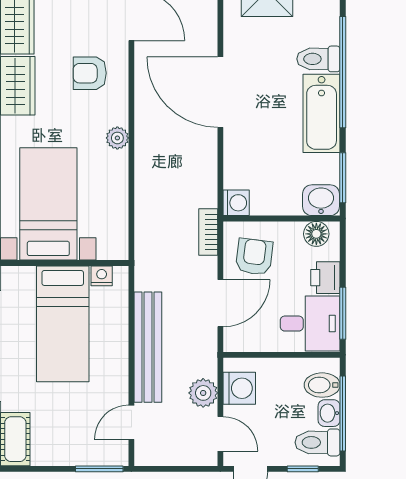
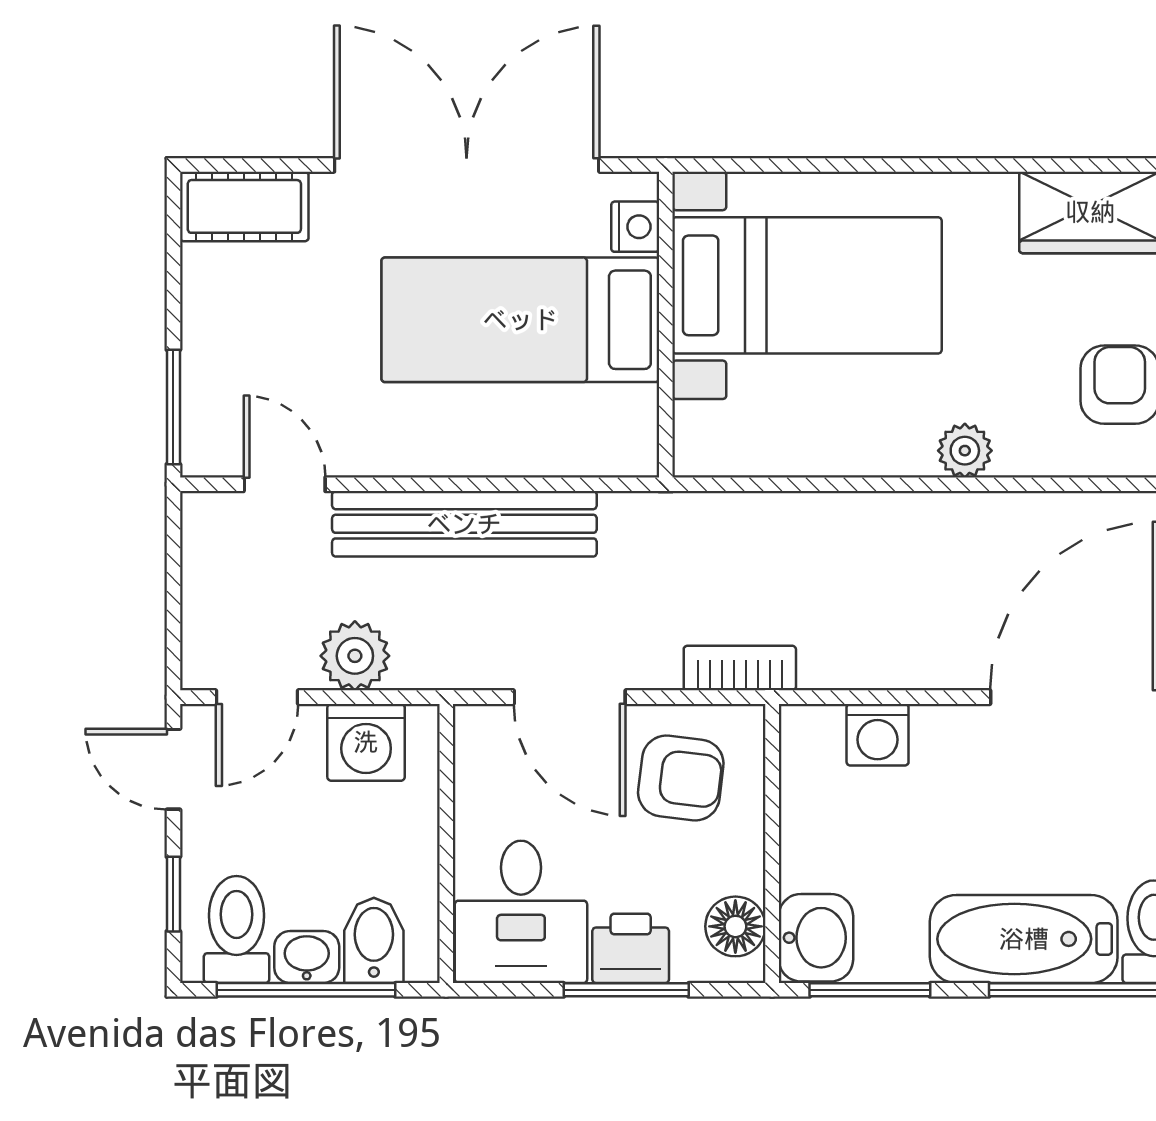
washing machine: (236, 203) -> (878, 735), moved
nightstand: (102, 276) -> (635, 227), moved
window: (343, 313) -> (626, 990), moved

